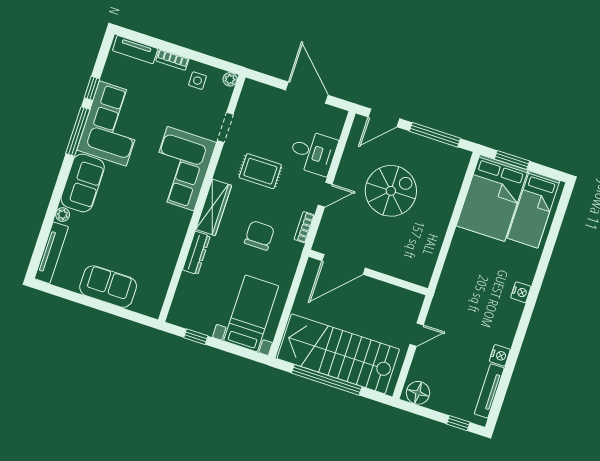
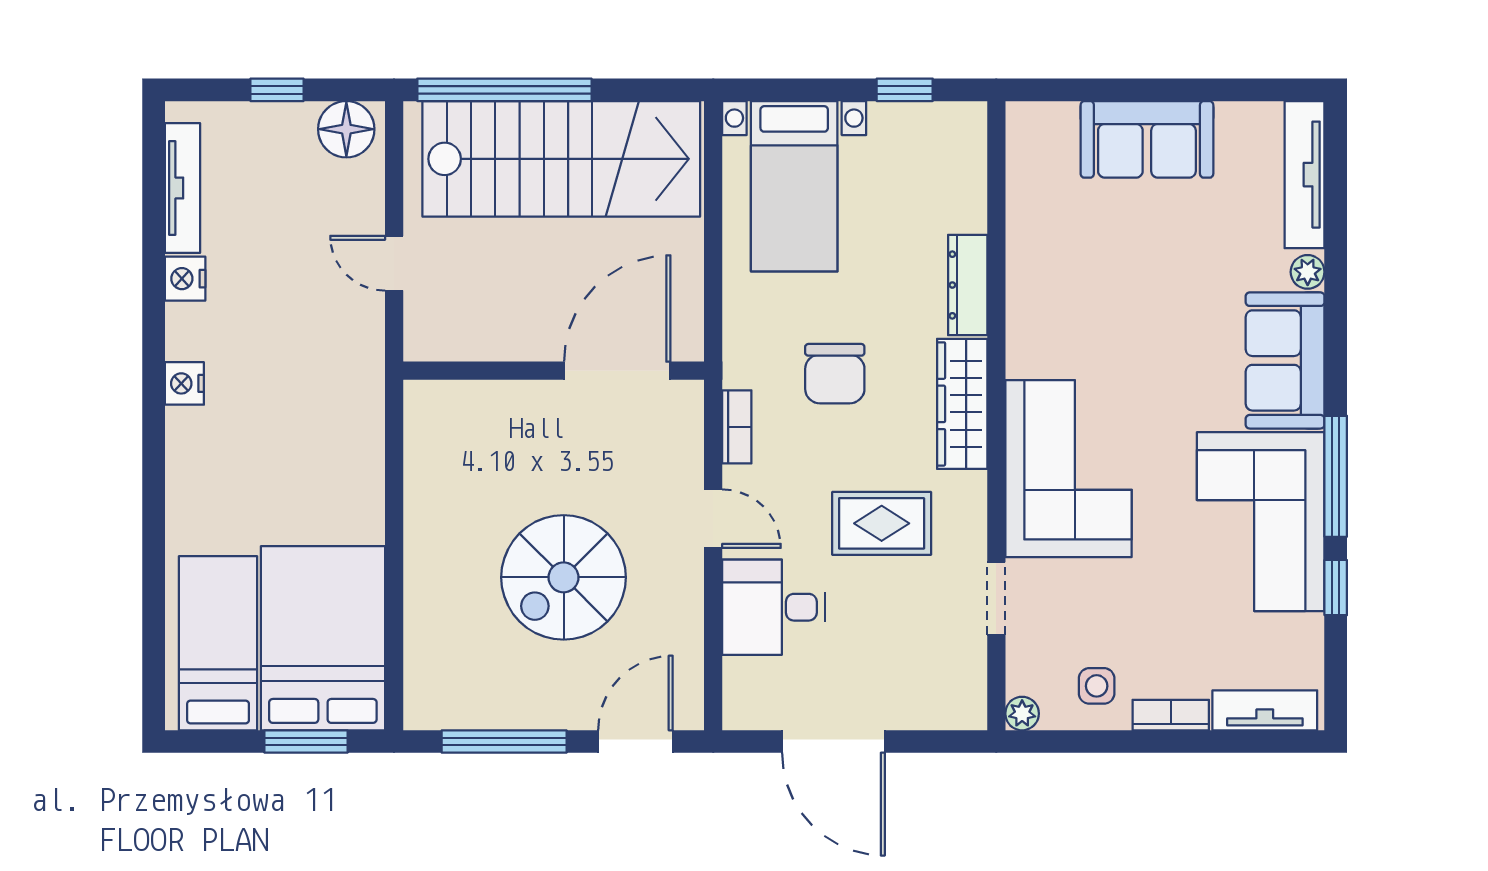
door: (325, 195) -> (713, 519), swing flipped
nightstand: (521, 292) -> (184, 383), moved
door: (417, 335) -> (394, 263), hinge flipped
window: (327, 380) -> (504, 90), moved
window: (458, 423) -> (277, 90), moved

